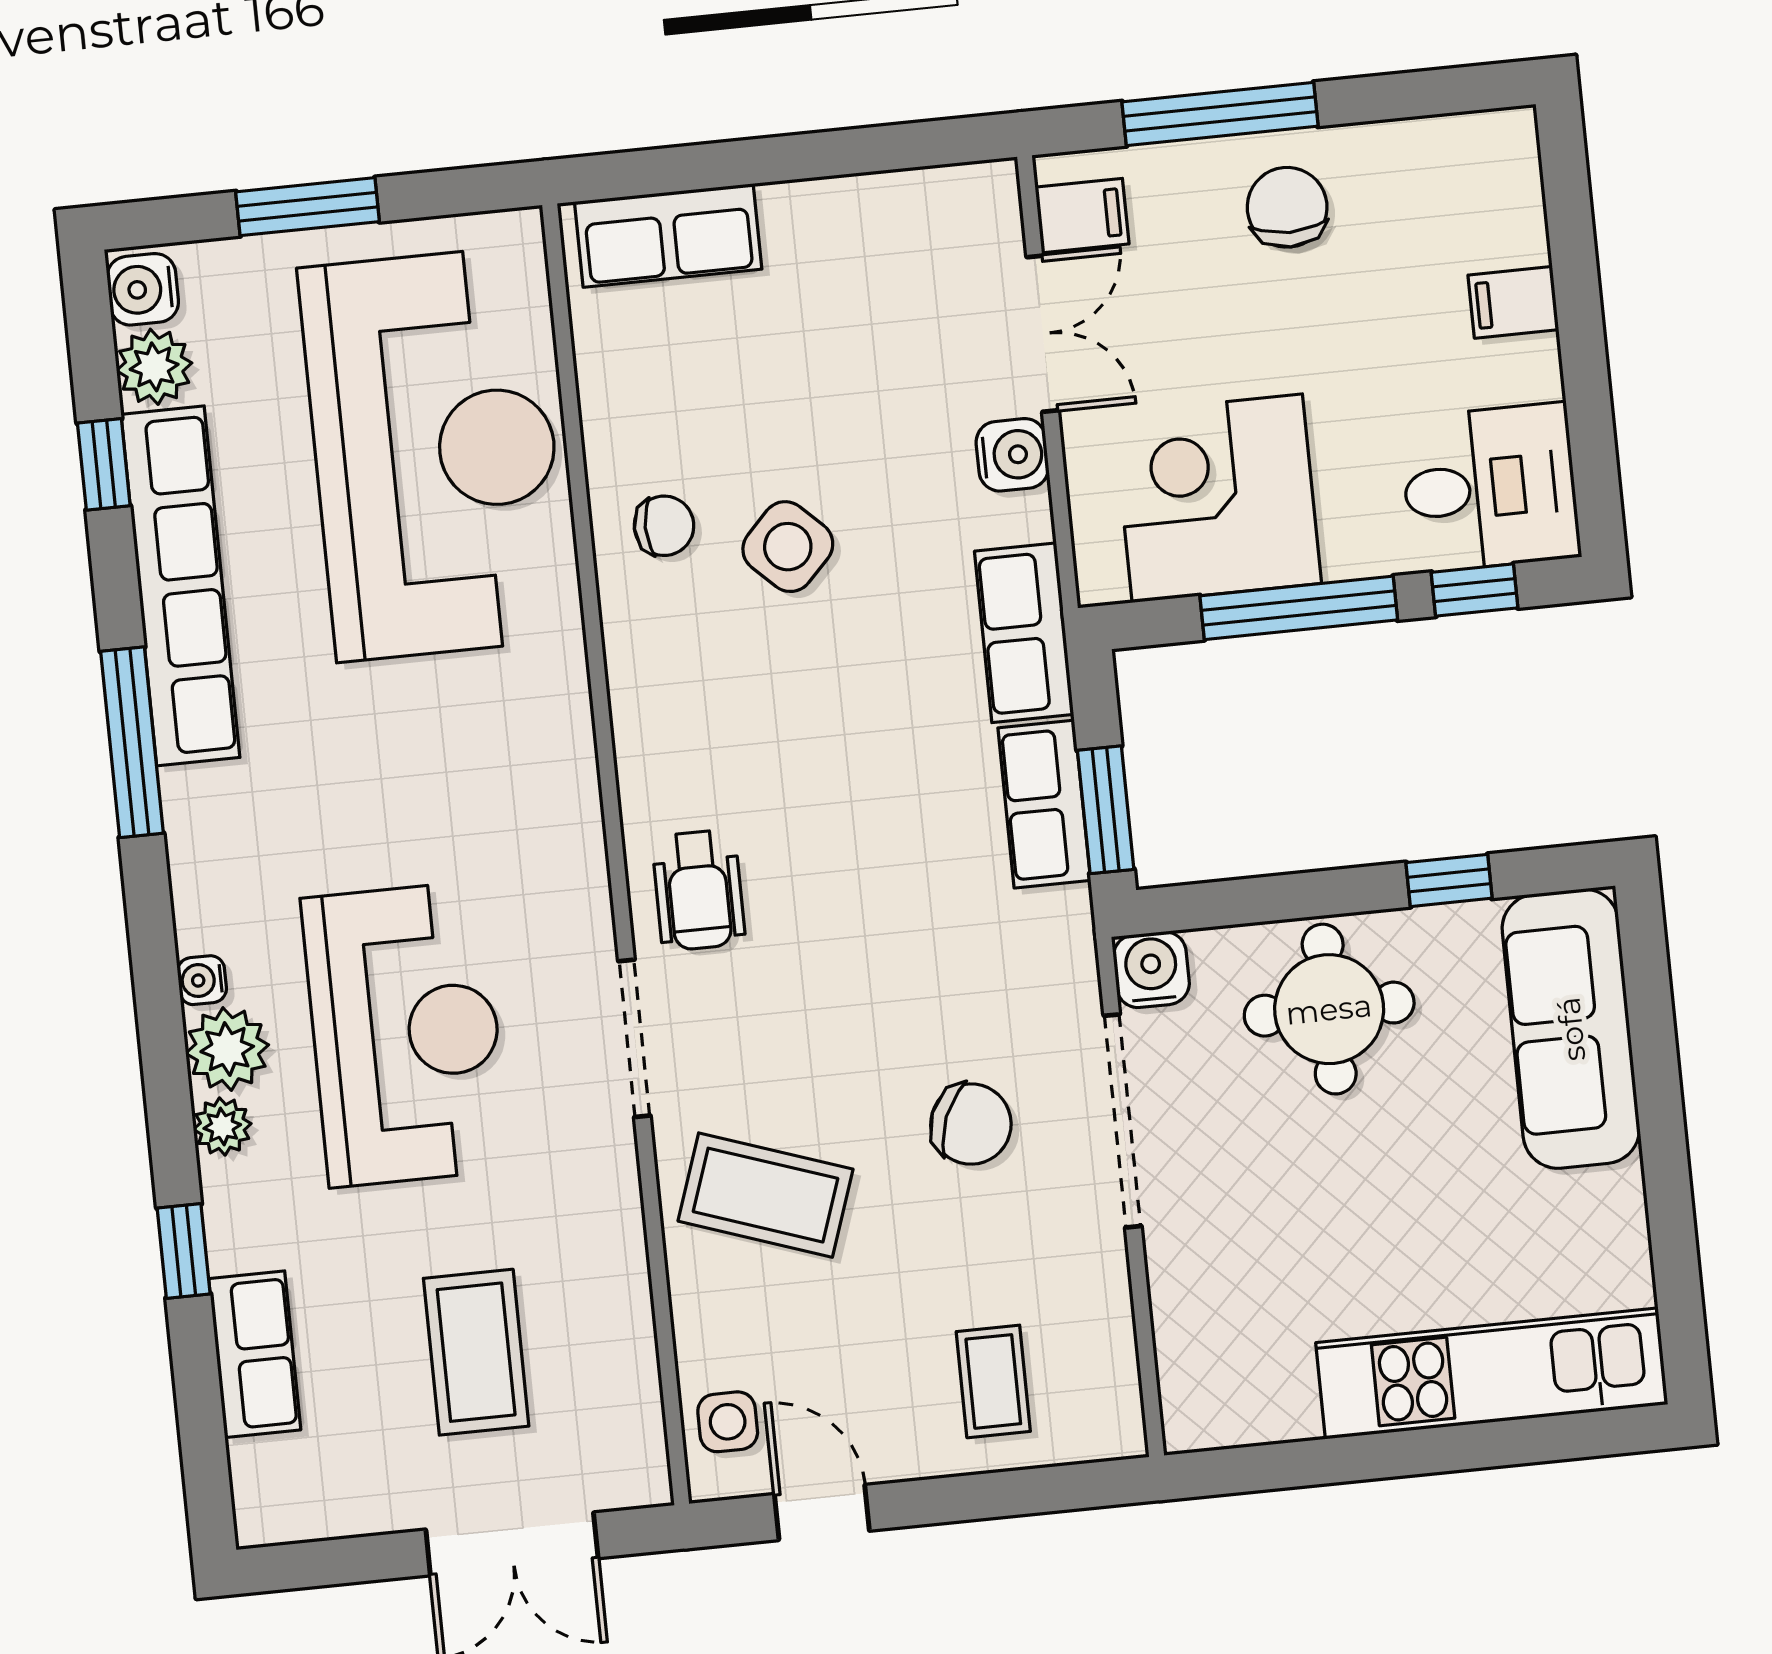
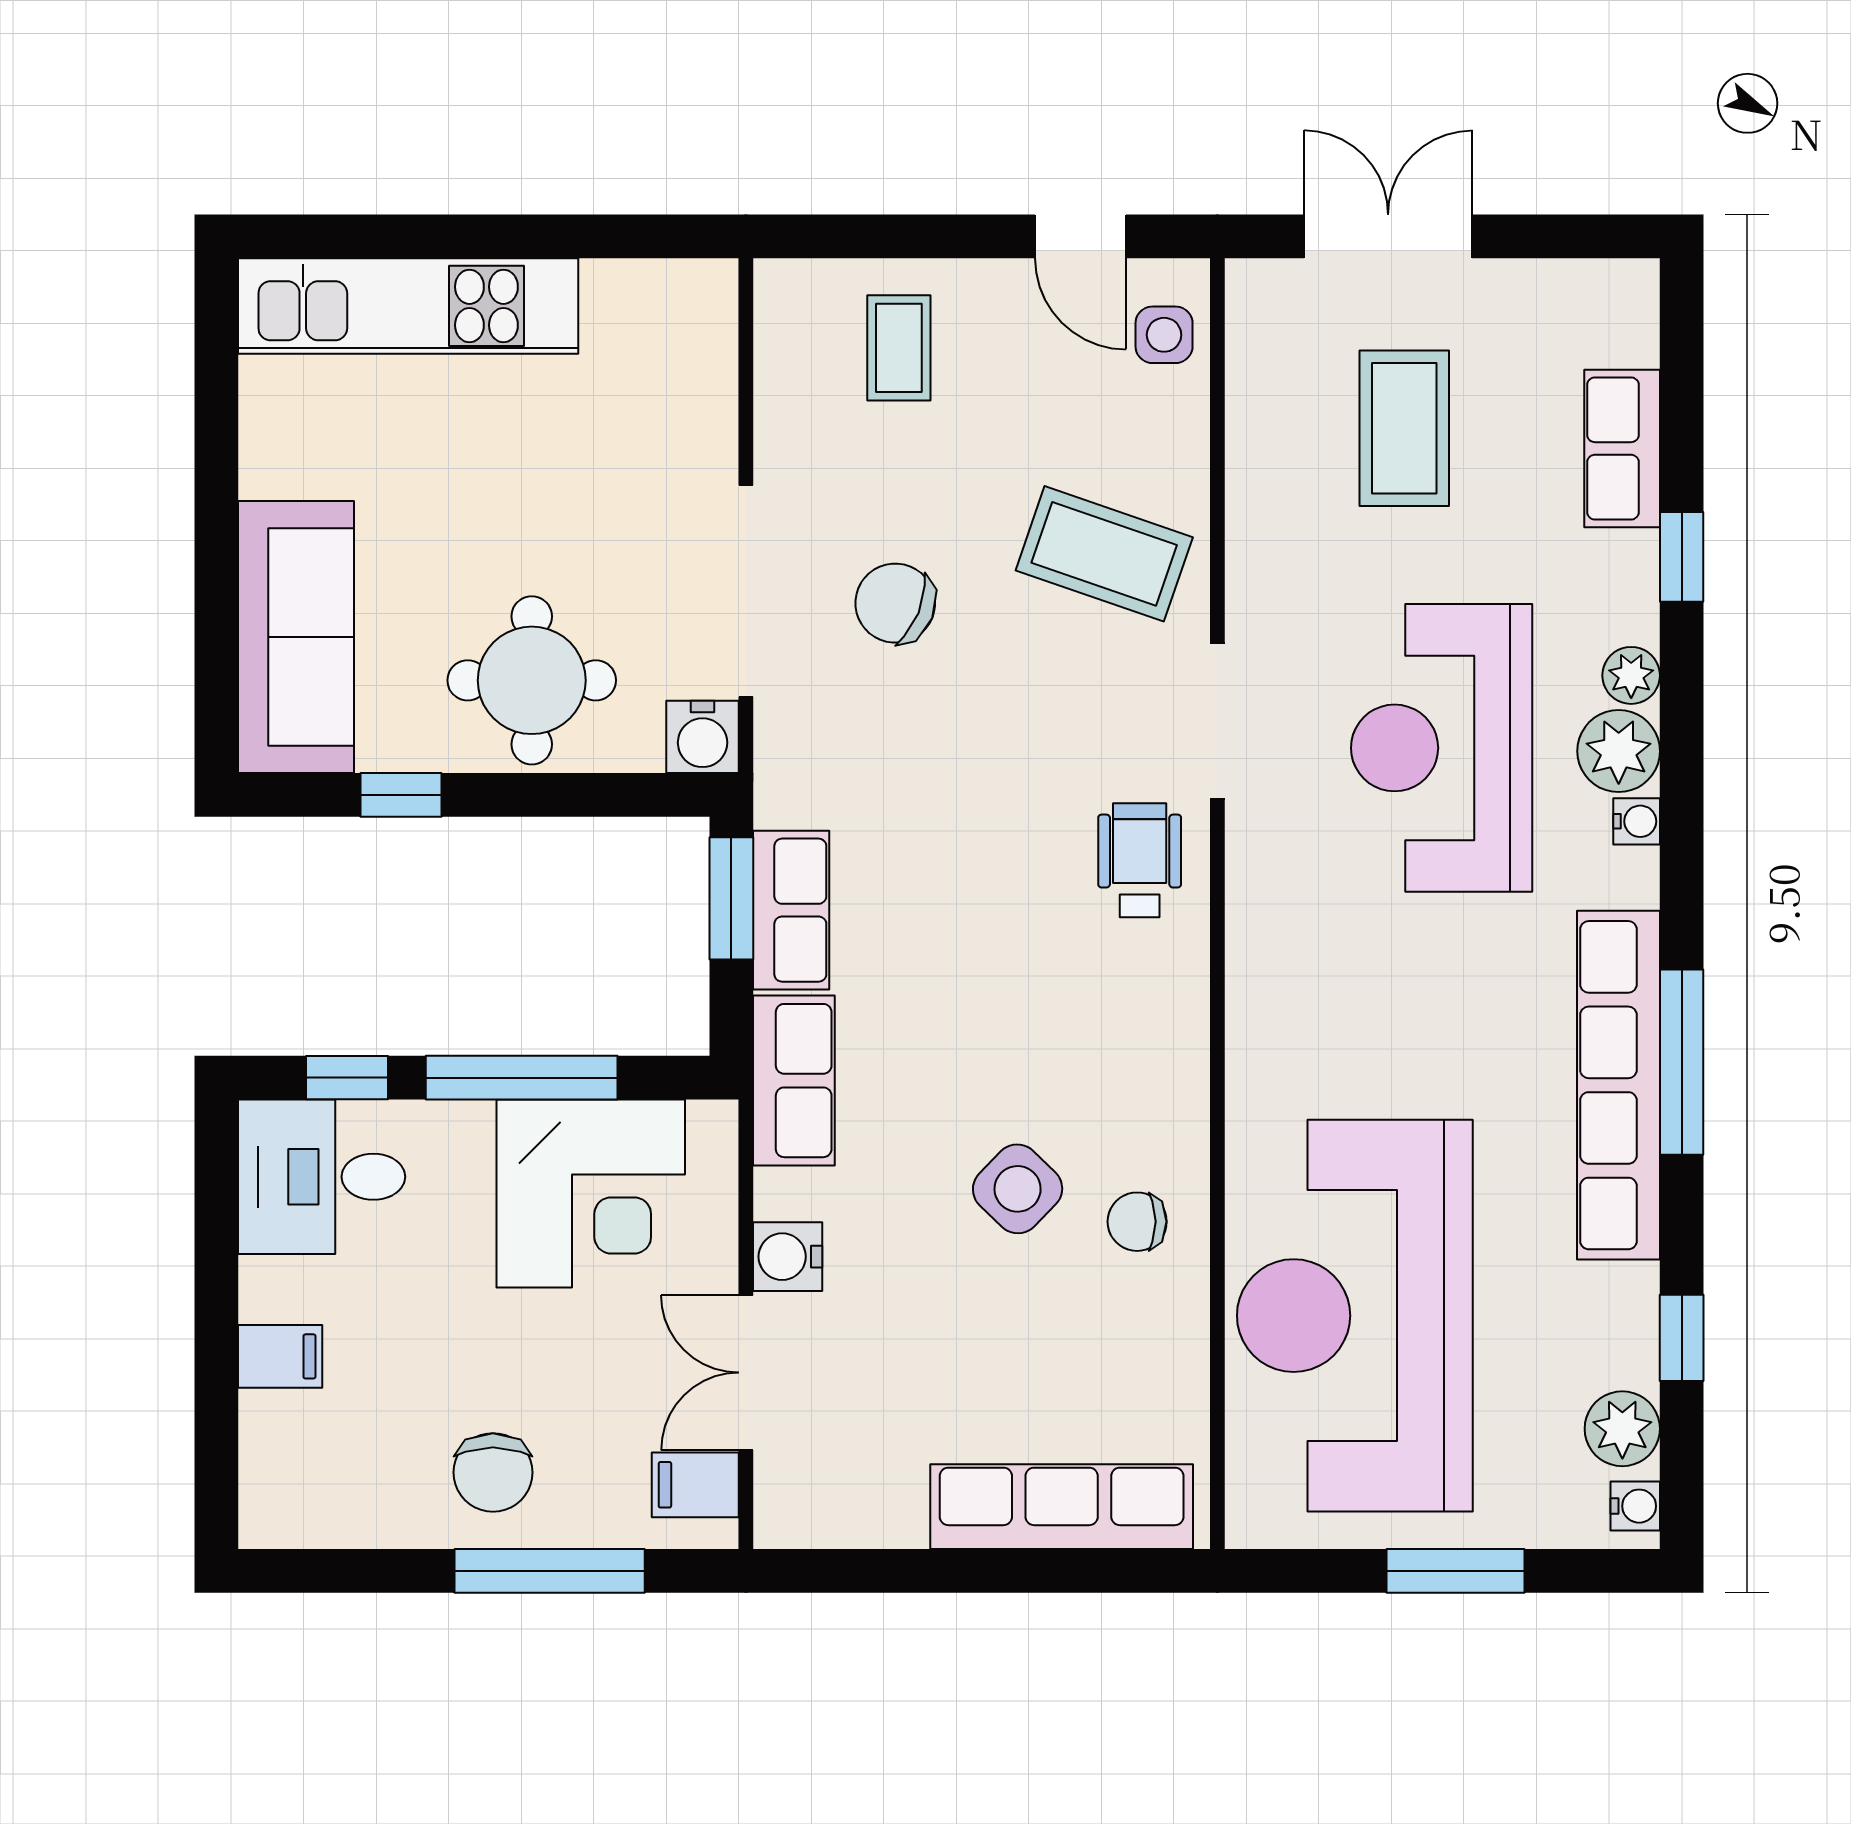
row of seats: (668, 235) -> (1062, 1507), width x1.48
water cooler: (143, 289) -> (1635, 1506), width x0.72, depth x0.72
row of seats: (180, 586) -> (1618, 1085), moved

